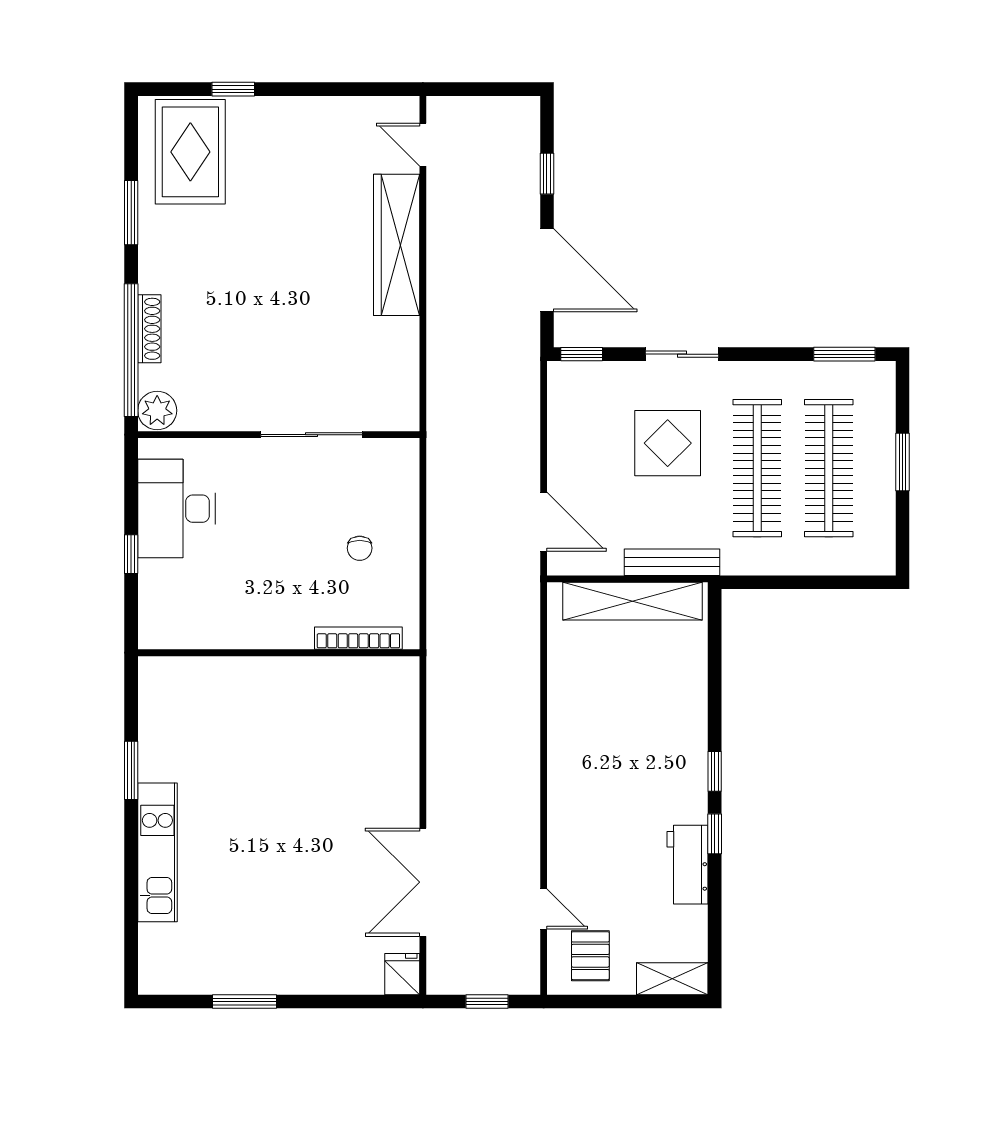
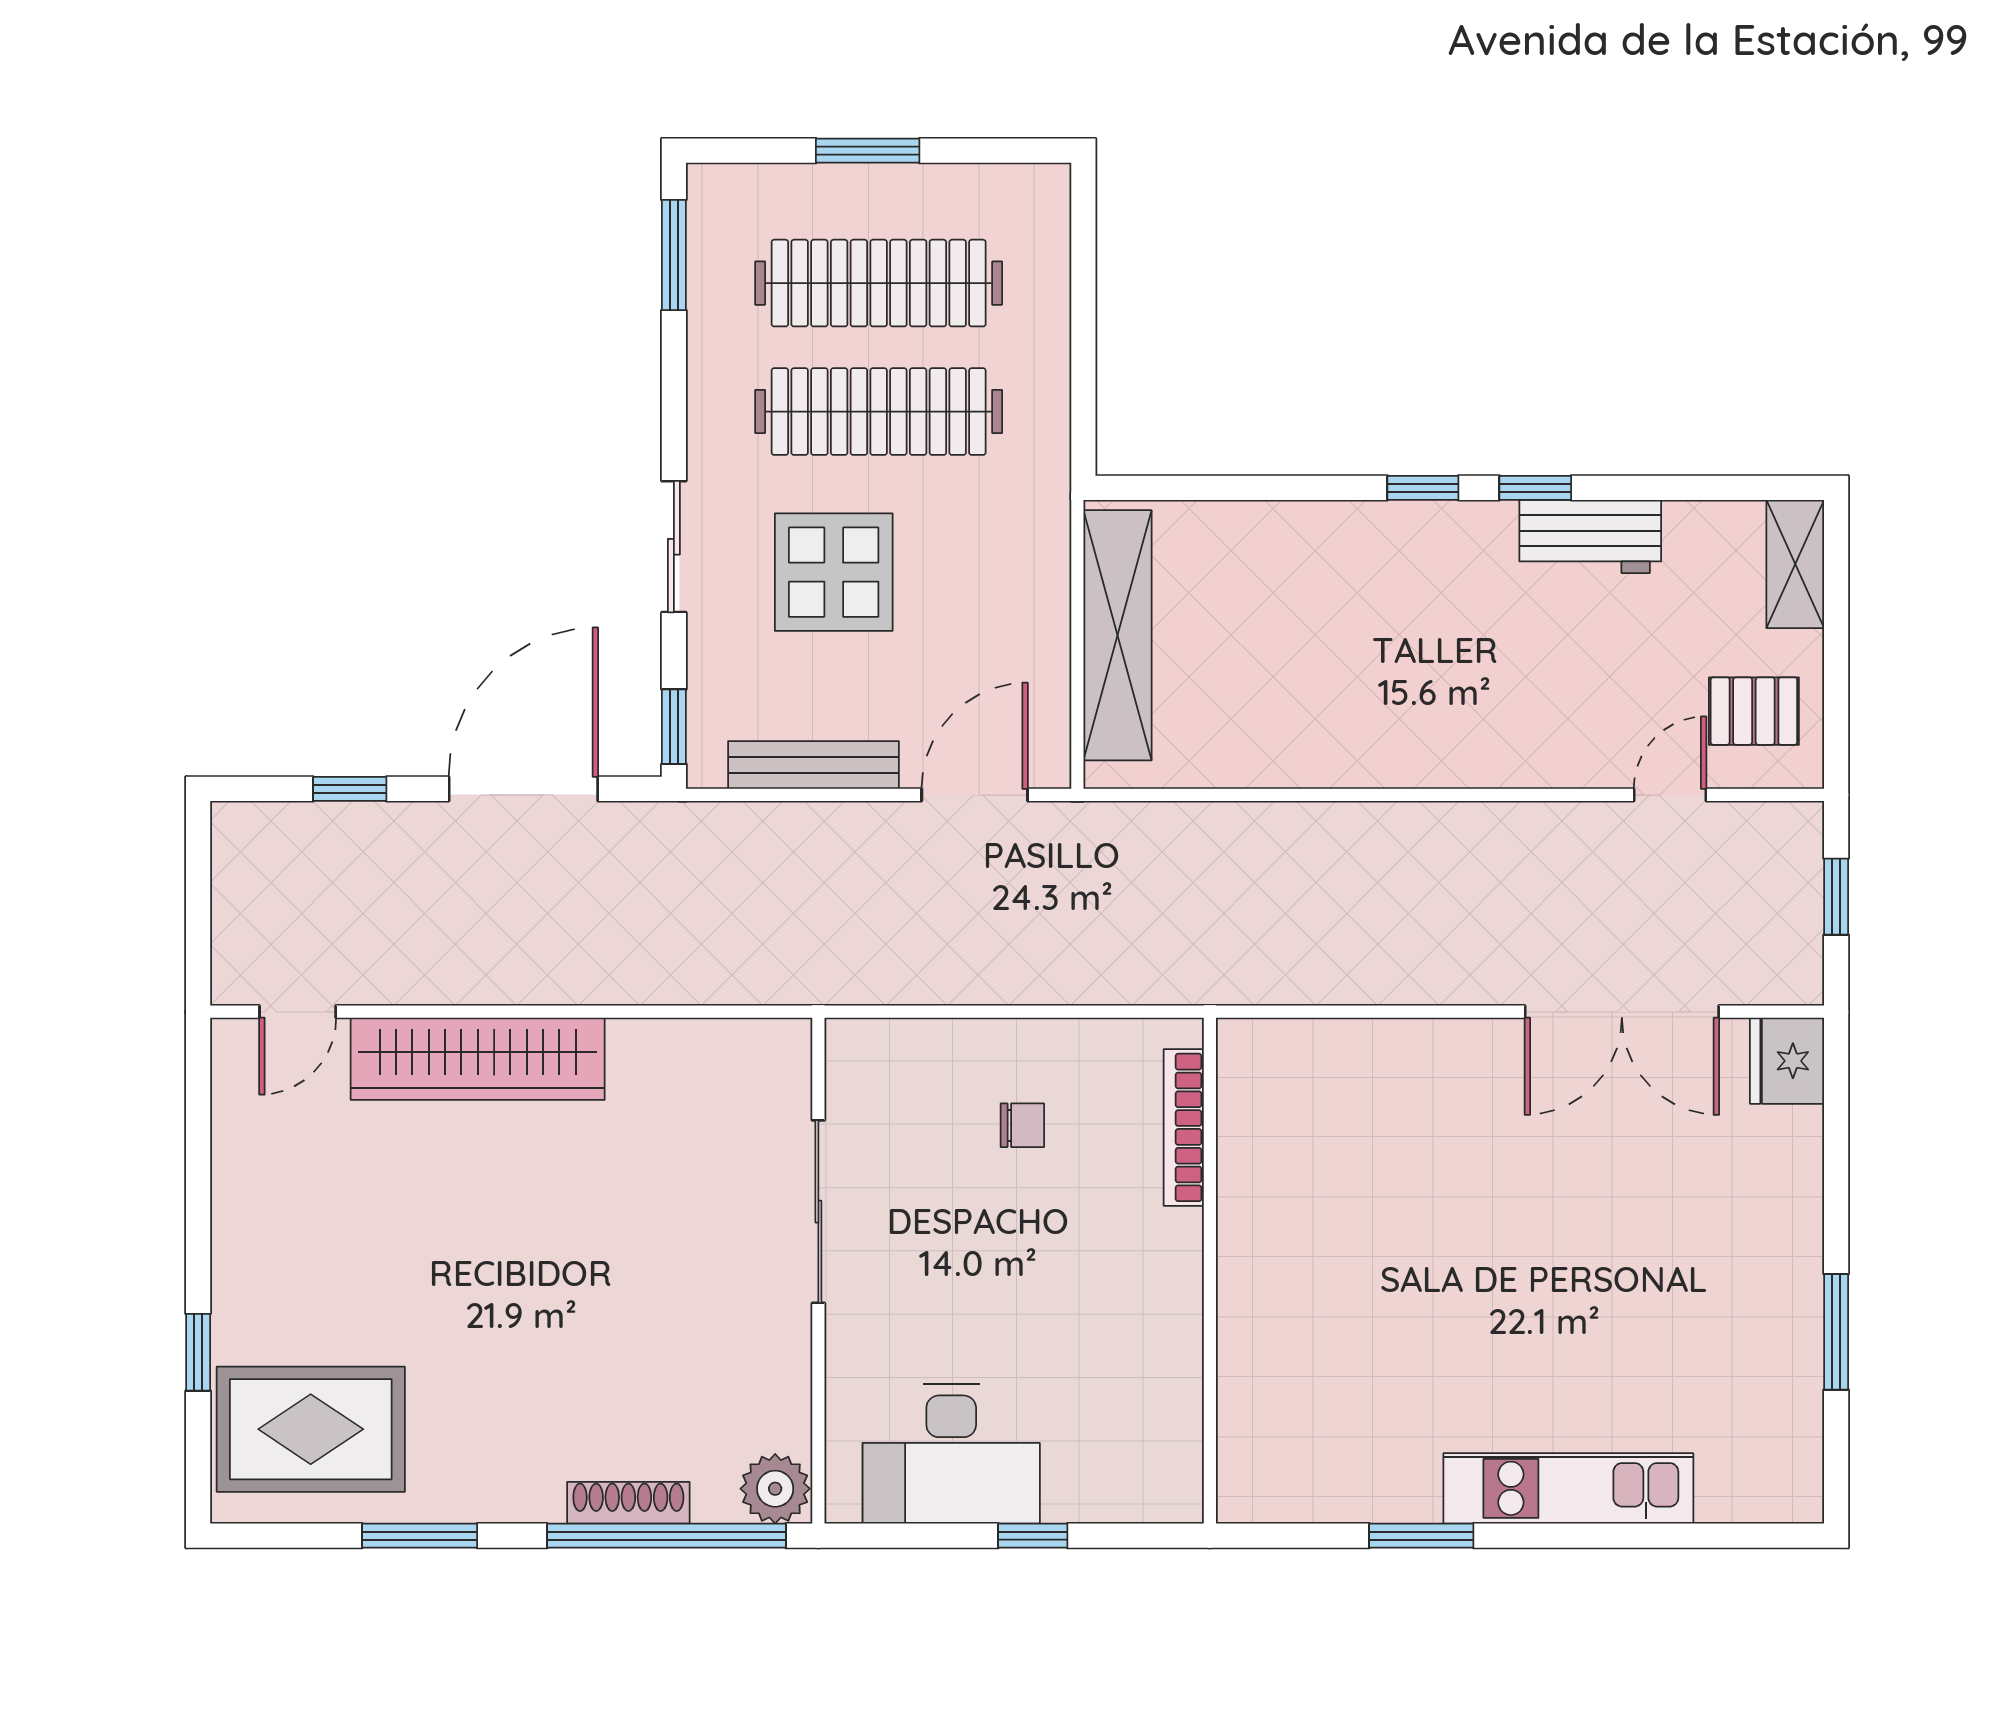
bench: (672, 562) -> (813, 765), moved, turned 90
fridge: (402, 974) -> (1787, 1061), width x1.38

